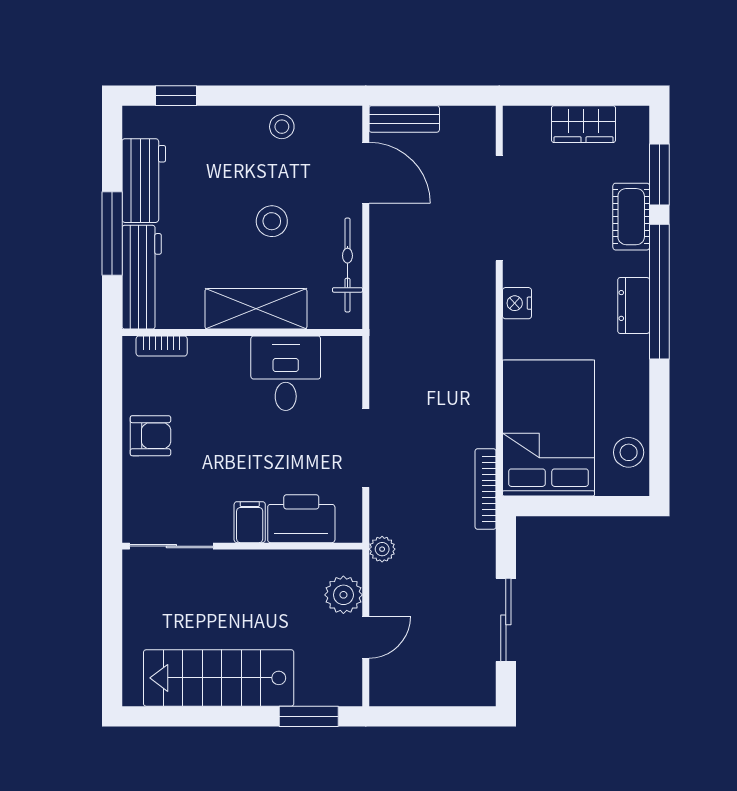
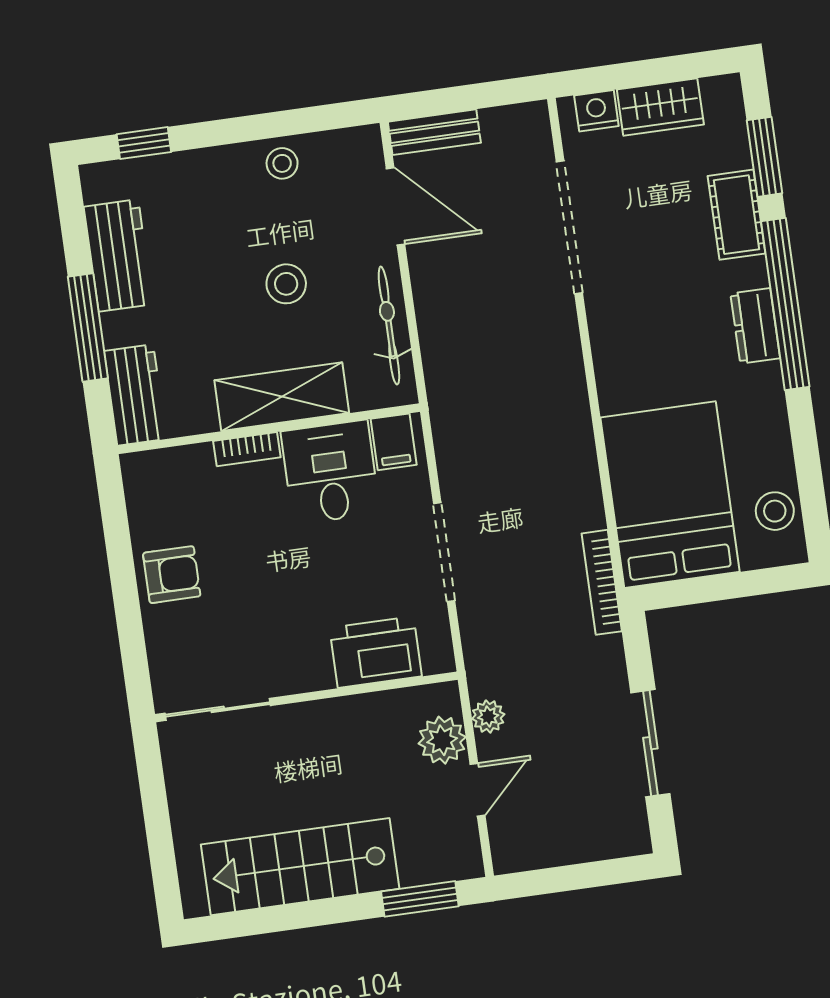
workbench: (142, 277) -> (135, 395), width x0.73
nightstand: (517, 303) -> (596, 111), moved, turned 90
bookcase: (162, 346) -> (247, 449), moved
filing cabinet: (250, 522) -> (394, 442), moved, turned 180
plant: (382, 549) -> (488, 717), moved

